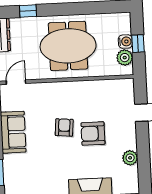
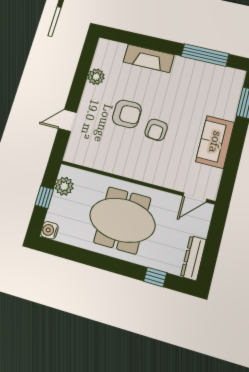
water cooler: (125, 42) -> (49, 230), moved

